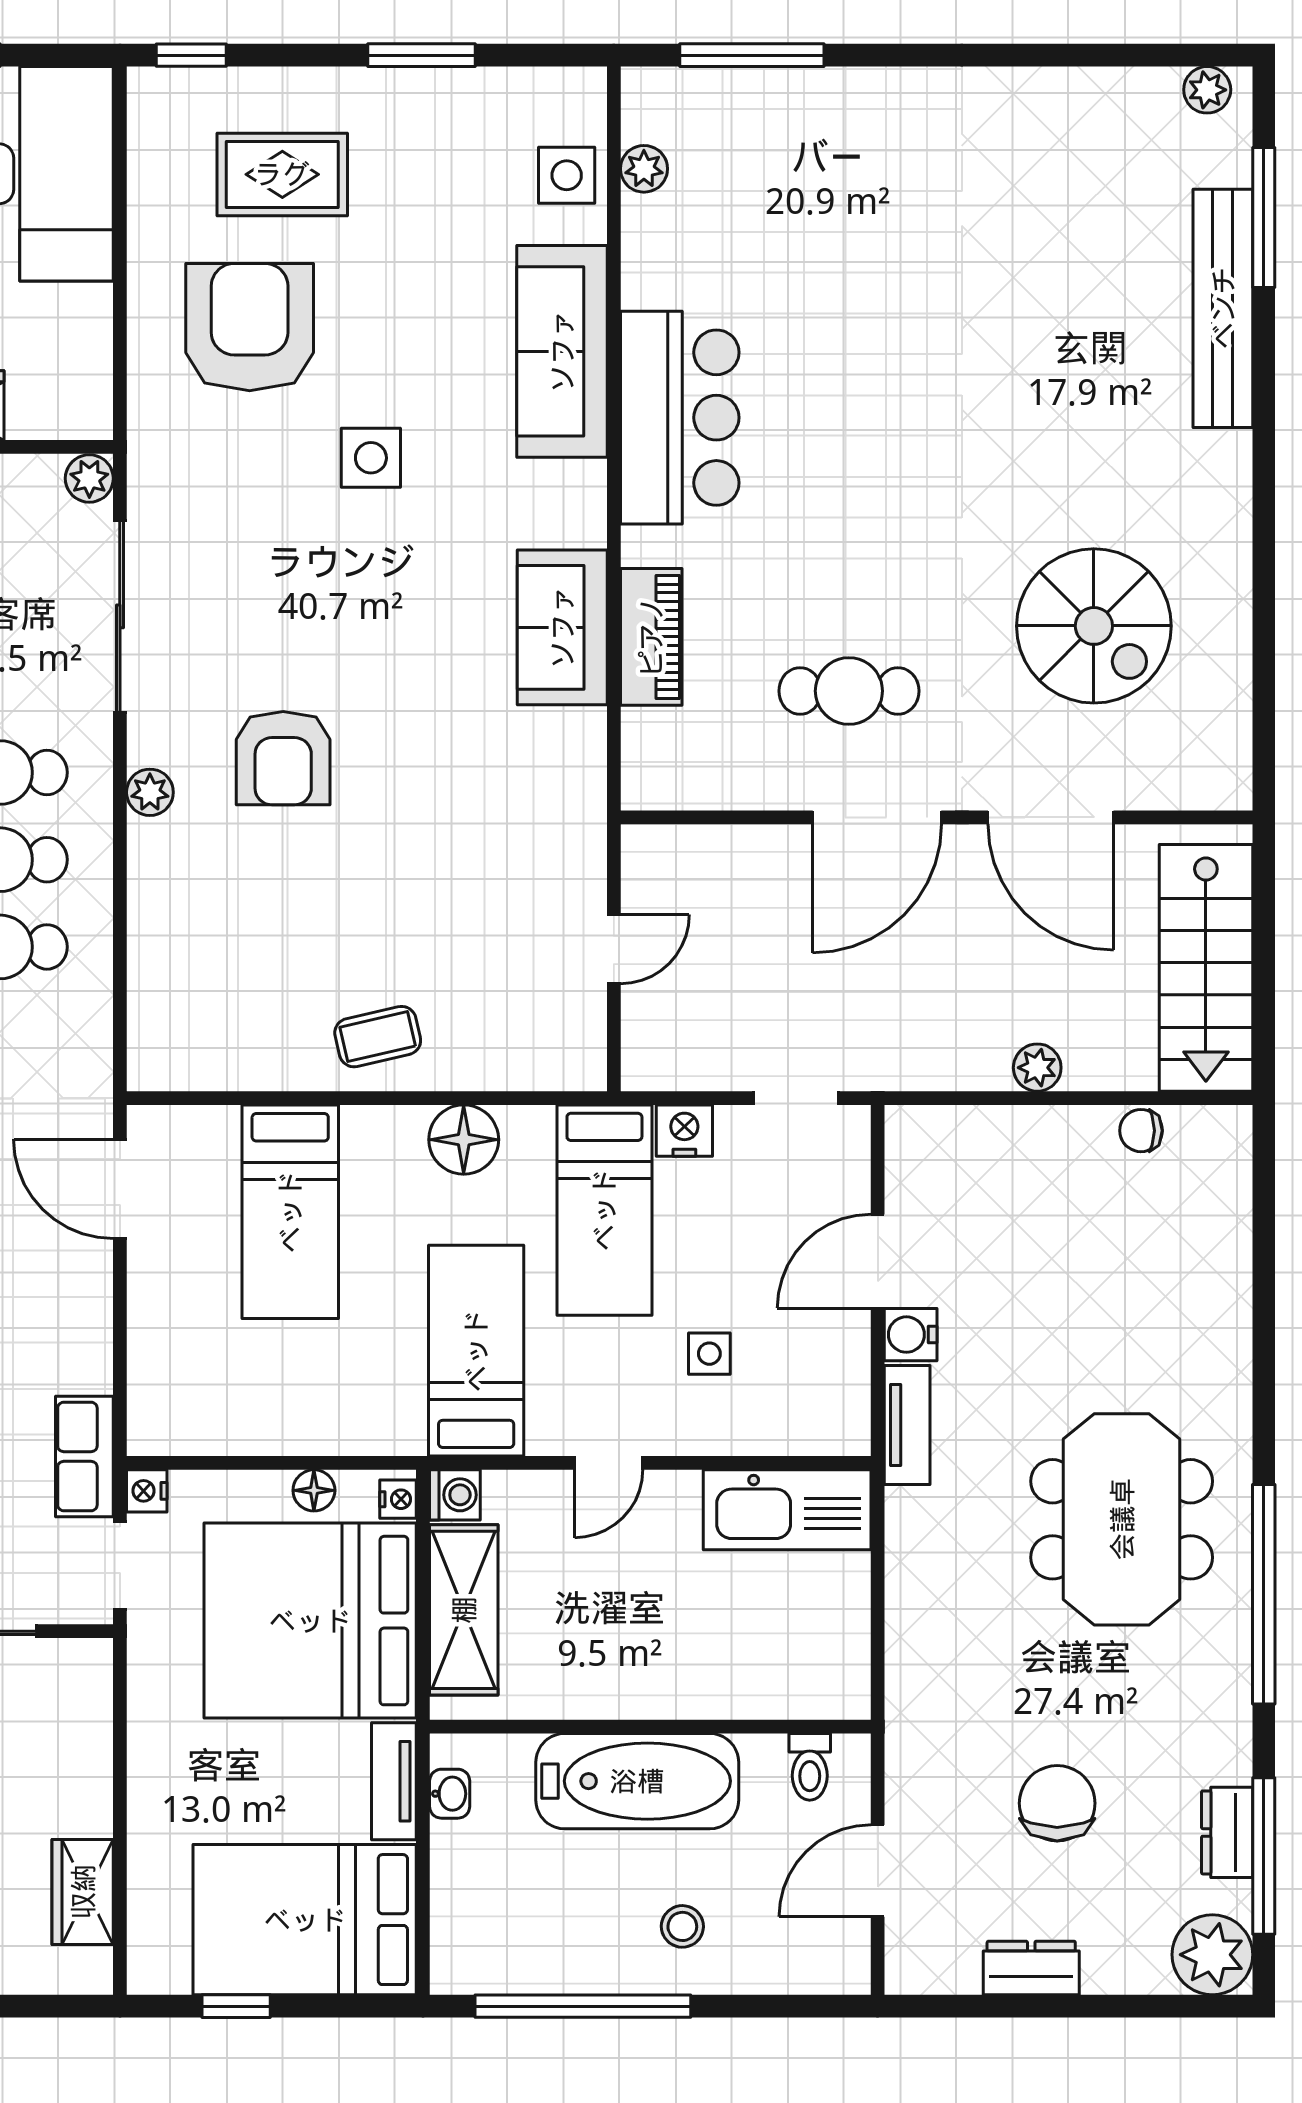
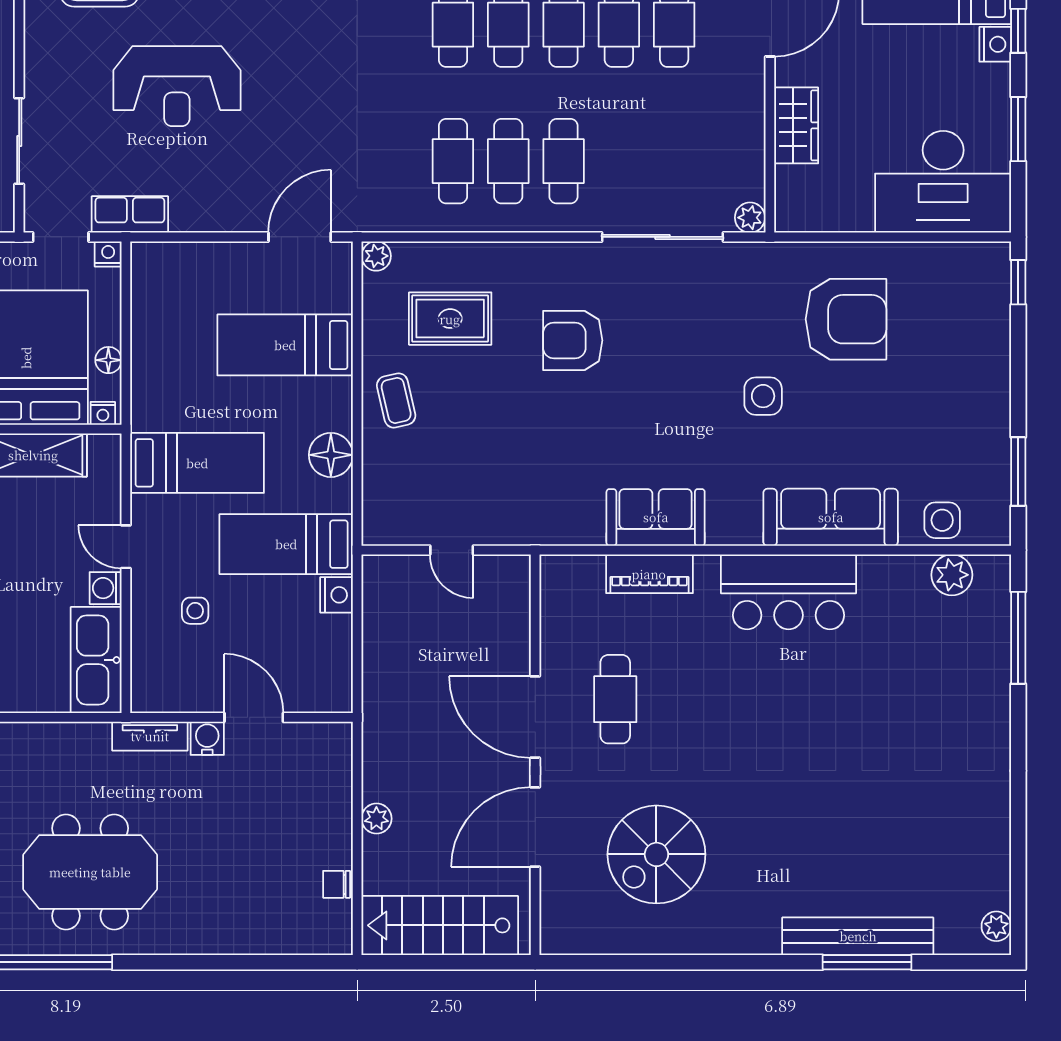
window: (422, 55) -> (1018, 472), moved
plant: (644, 169) -> (952, 575), width x1.38, depth x1.38
rug: (282, 174) -> (450, 319), moved, turned 90
window: (1264, 217) -> (867, 962), moved
plant: (150, 792) -> (376, 256), moved
doorway: (796, 1098) -> (357, 666), removed
chair: (1141, 1131) -> (337, 884), turned -90
washing machine: (455, 1495) -> (106, 588), moved, turned 90

